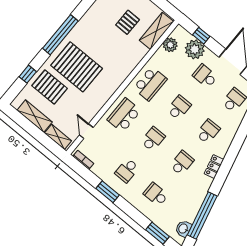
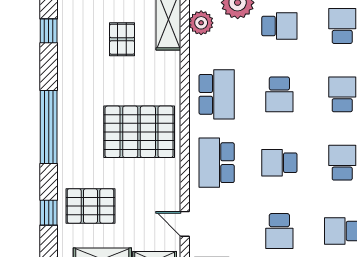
pallet: (77, 67) -> (139, 132), moved
school desk: (205, 76) -> (279, 26), turned 180
school desk: (179, 108) -> (279, 94), turned 180
school desk: (153, 139) -> (279, 163), turned -90

